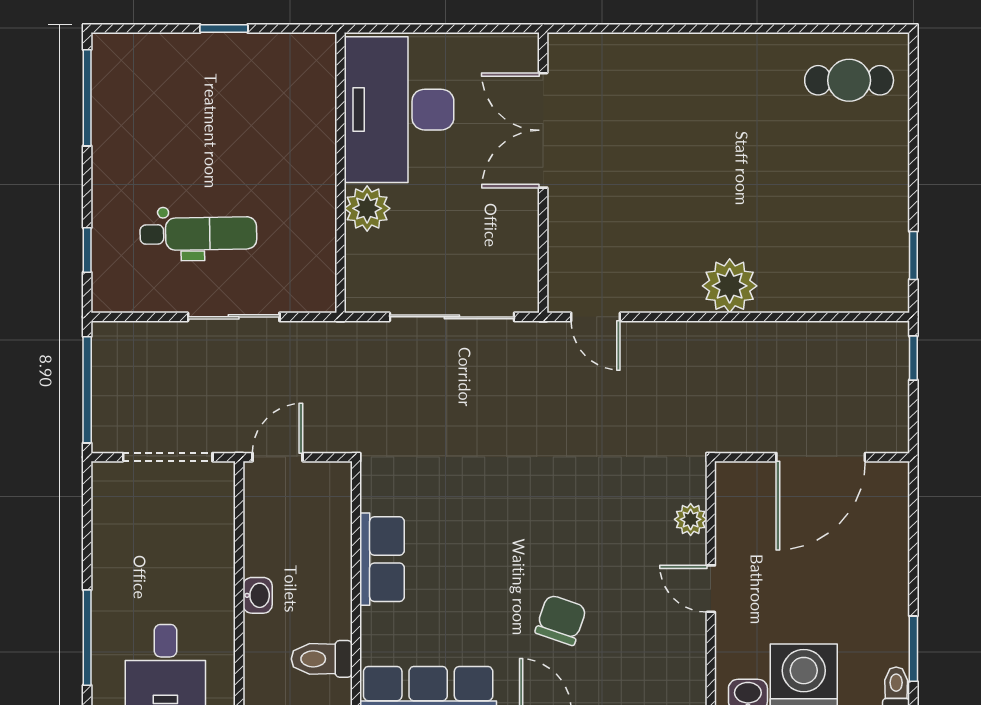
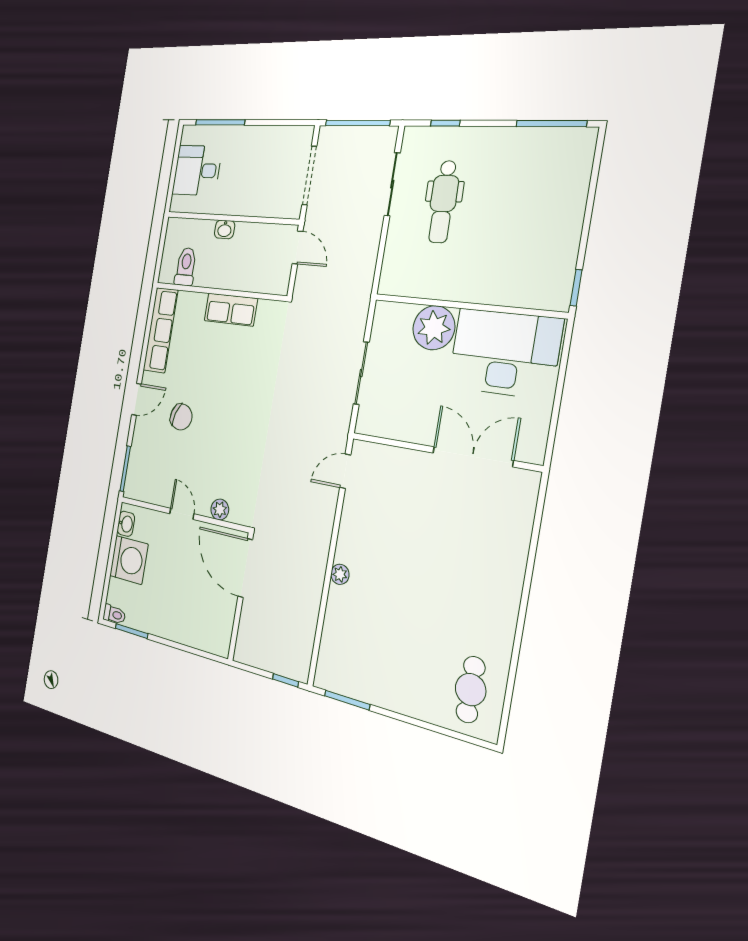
window: (224, 28) -> (576, 288), moved
plant: (367, 208) -> (434, 328), width x1.36, depth x1.36
window: (913, 255) -> (347, 700), width x1.50
plant: (730, 286) -> (340, 574), width x0.53, depth x0.53
sliding door: (234, 317) -> (392, 184), moved
sliding door: (452, 317) -> (361, 373), width x0.73
door: (821, 457) -> (245, 568), moved
door: (711, 589) -> (182, 514), hinge flipped

